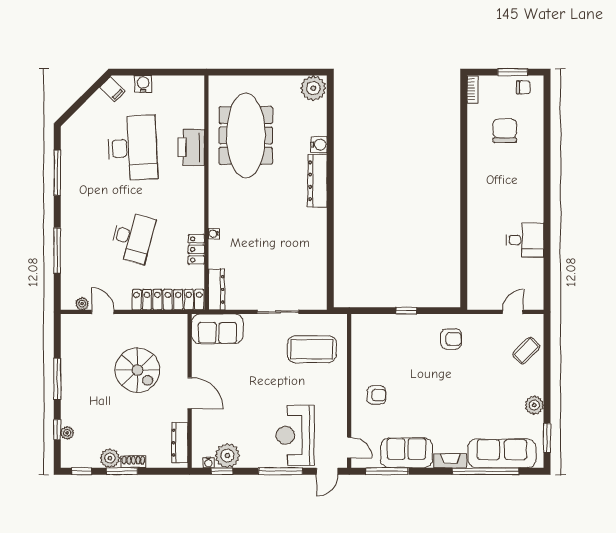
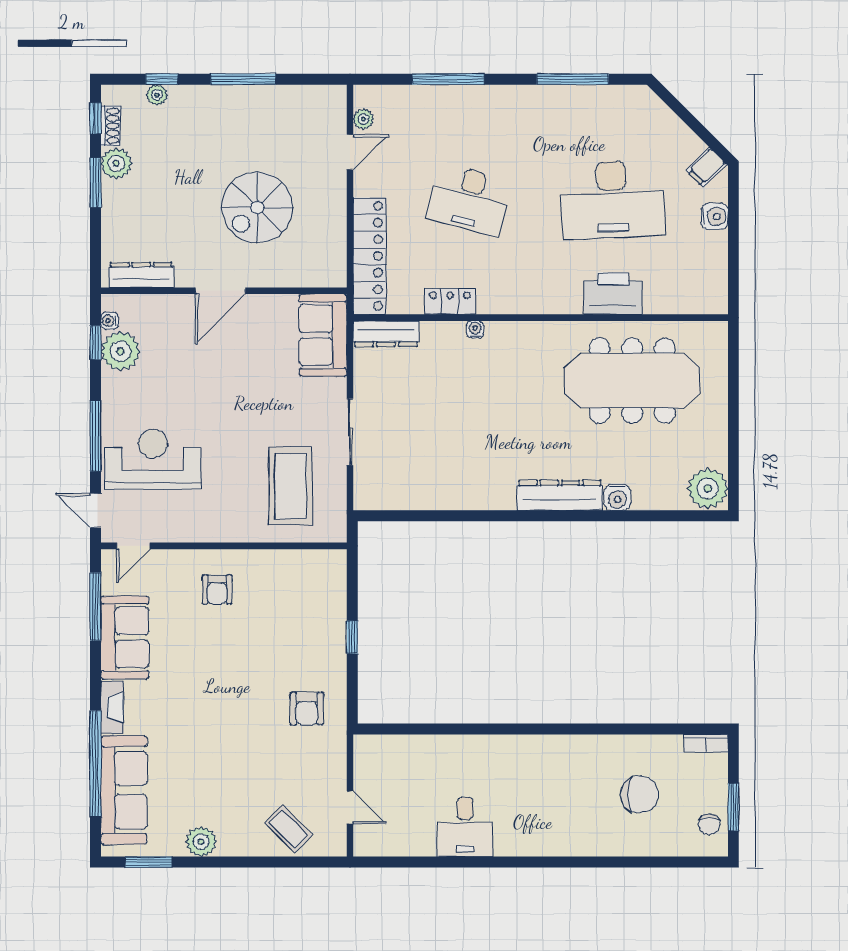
shoe rack: (133, 462) -> (111, 126), moved

